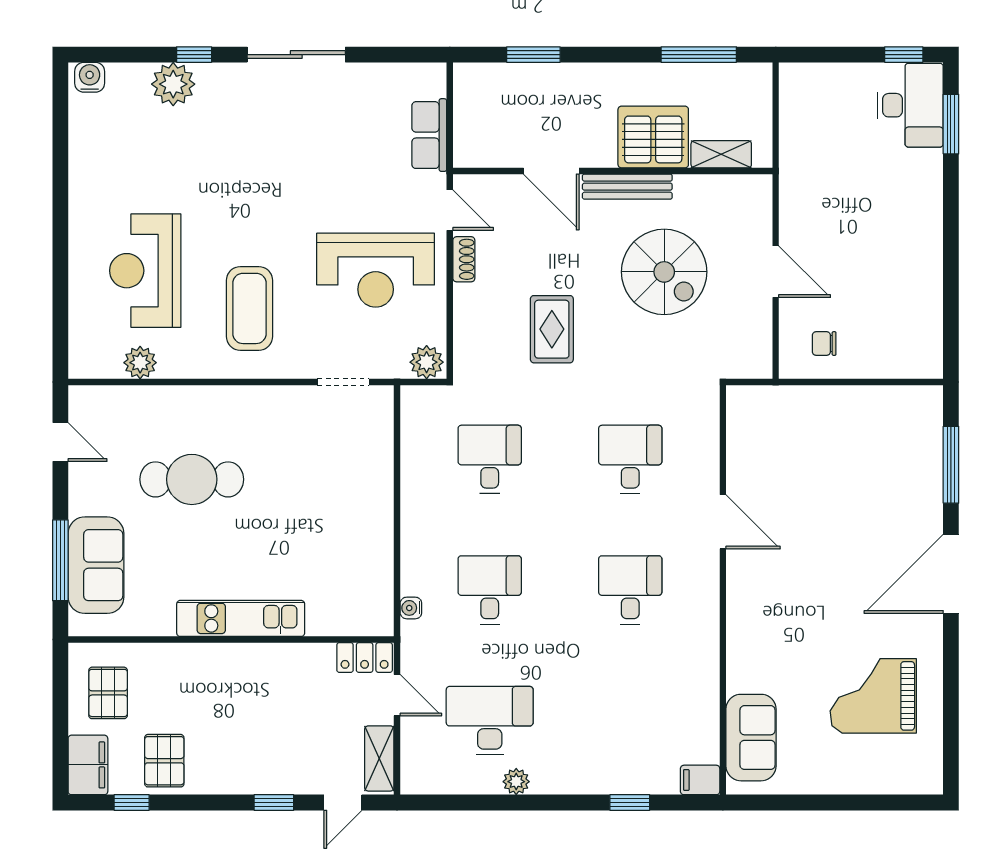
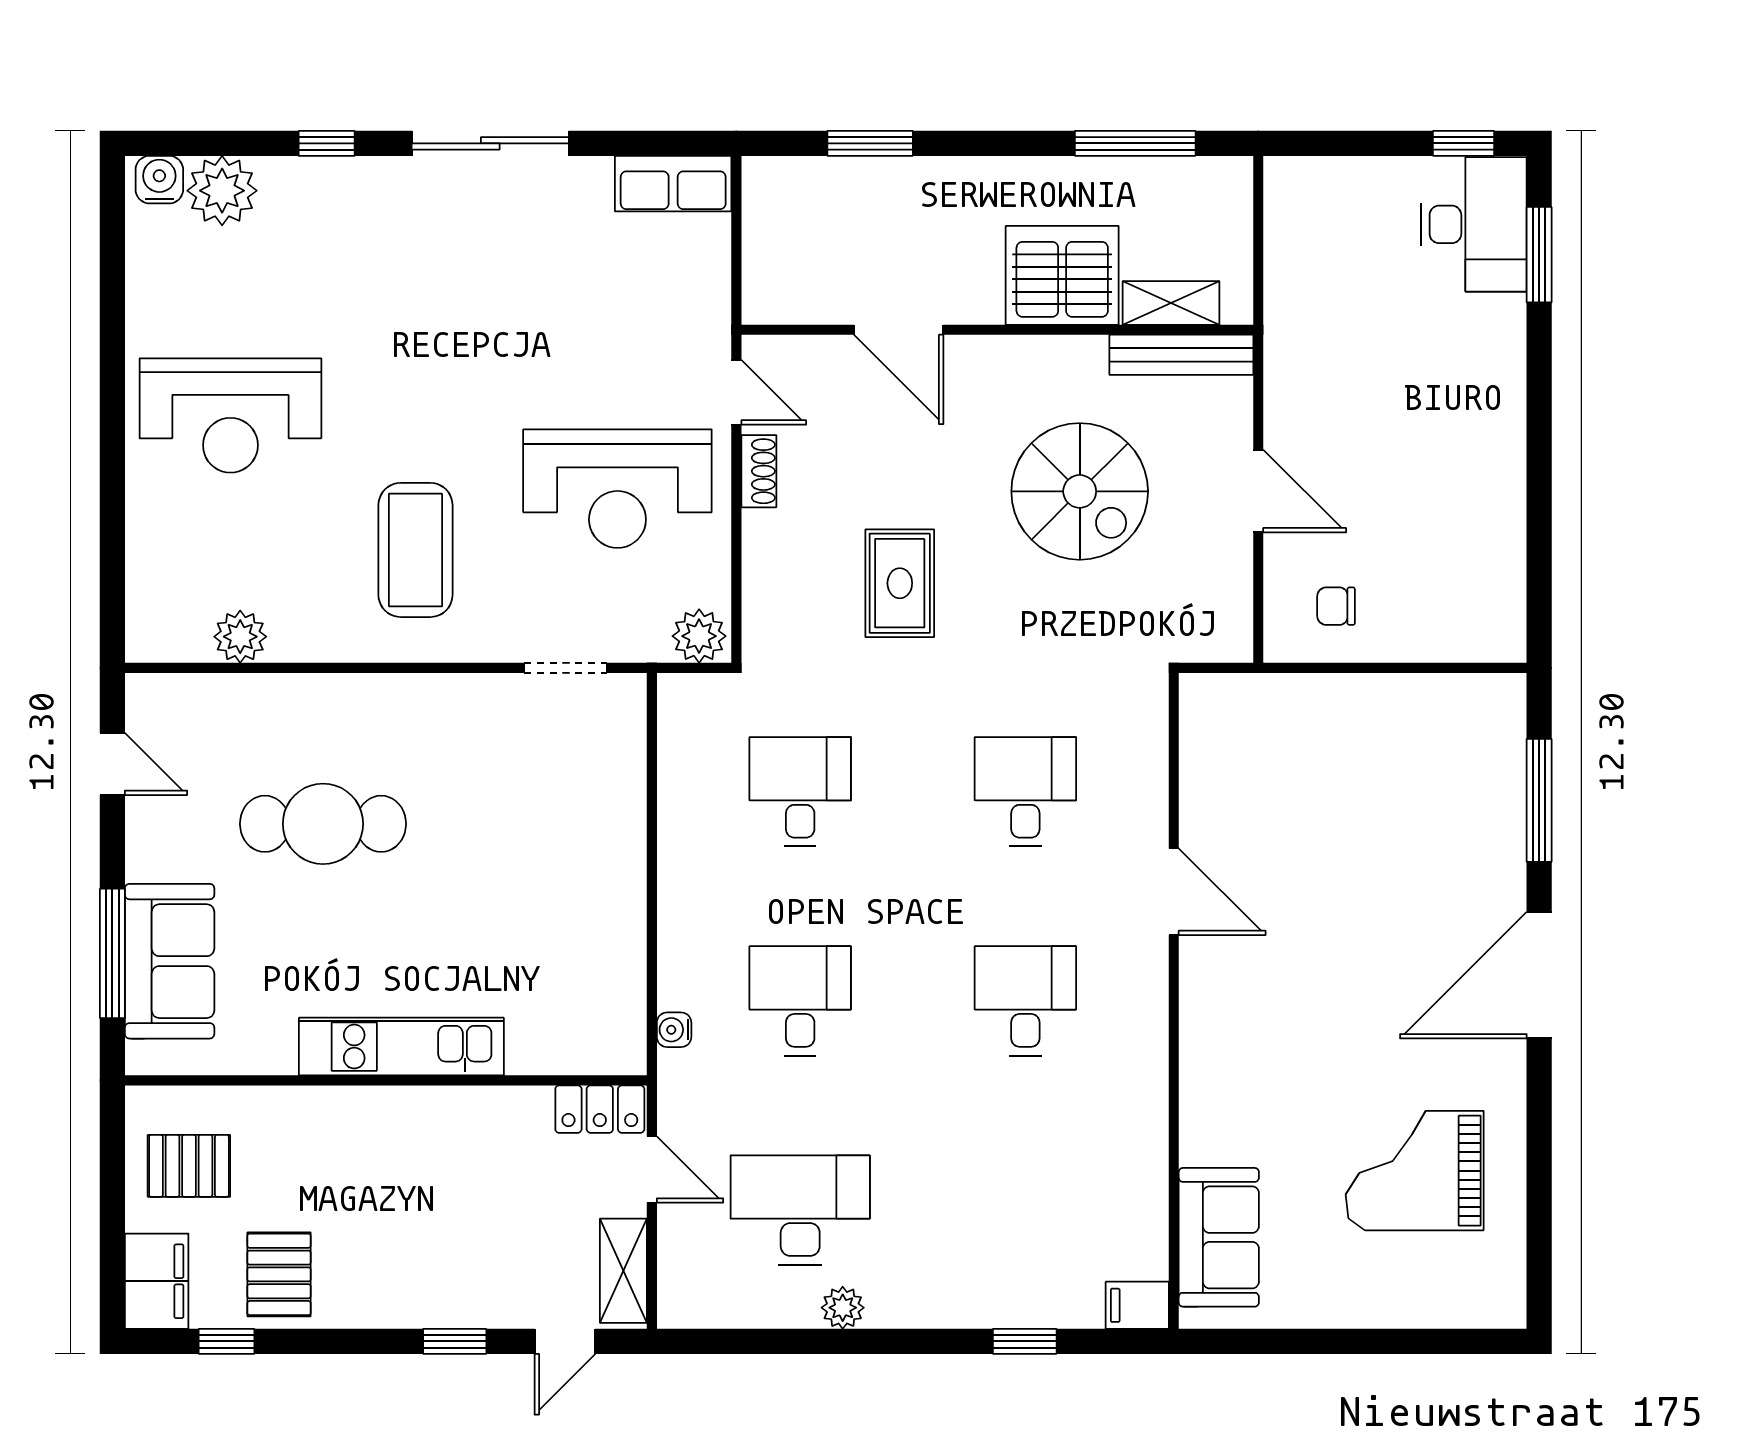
plant: (173, 84) -> (222, 191), moved
row of seats: (429, 135) -> (673, 184), moved, turned -90
bench: (627, 187) -> (1181, 355), moved
reception desk: (145, 271) -> (230, 416), moved, turned -90
pallet: (108, 693) -> (189, 1166), turned 90

